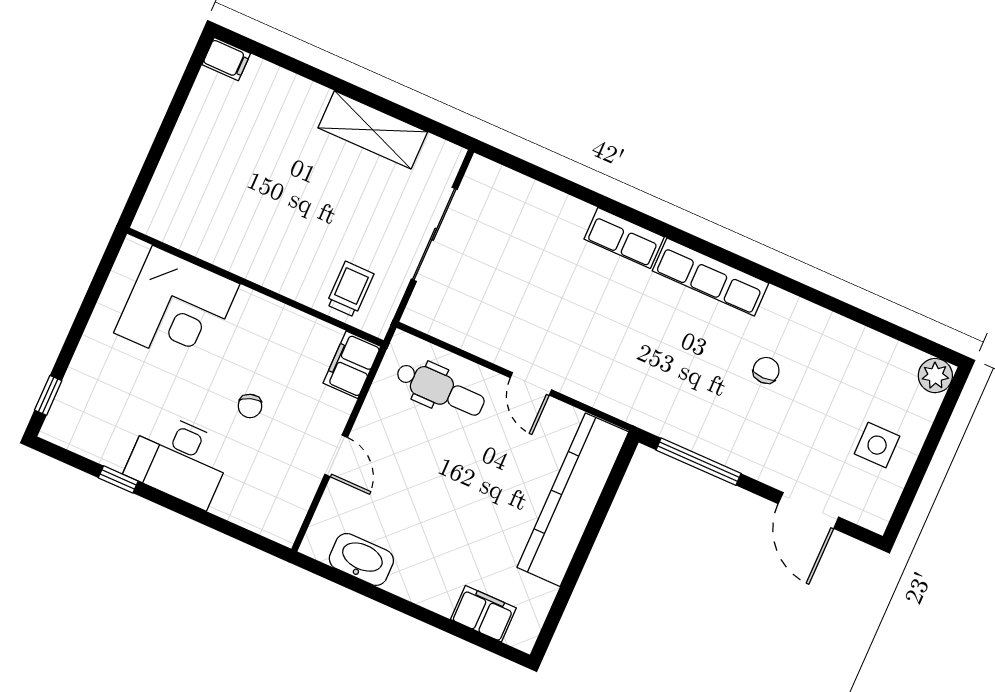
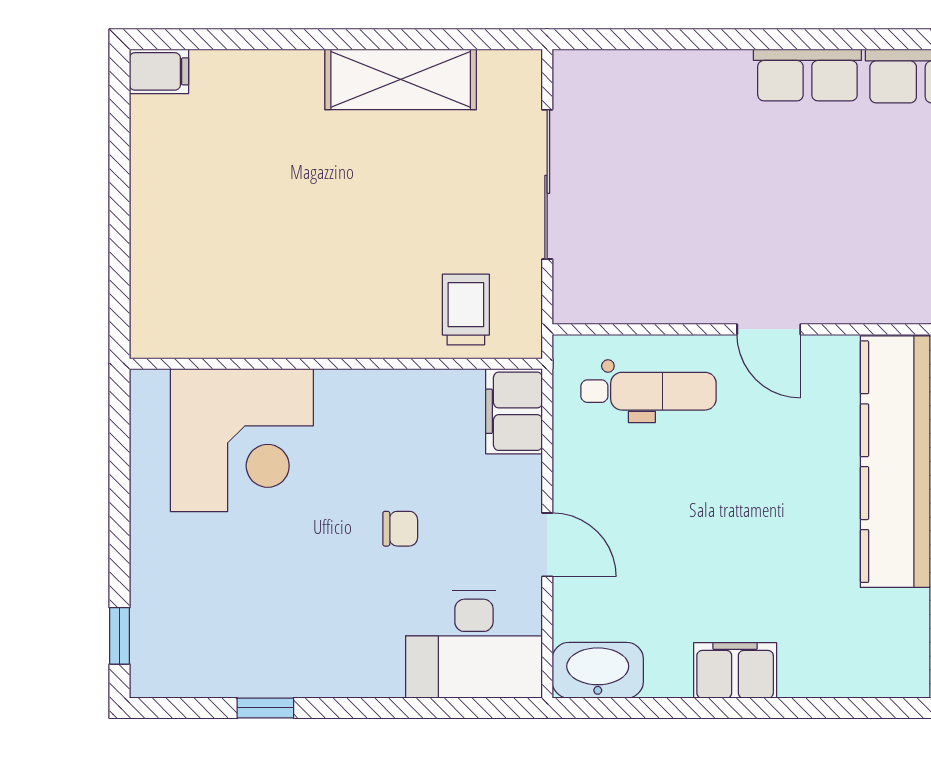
chair: (250, 406) -> (400, 529), turned -71
desk: (179, 460) -> (474, 644), moved
washbasin: (361, 559) -> (598, 670), moved
filing cabinet: (483, 614) -> (735, 670), moved

